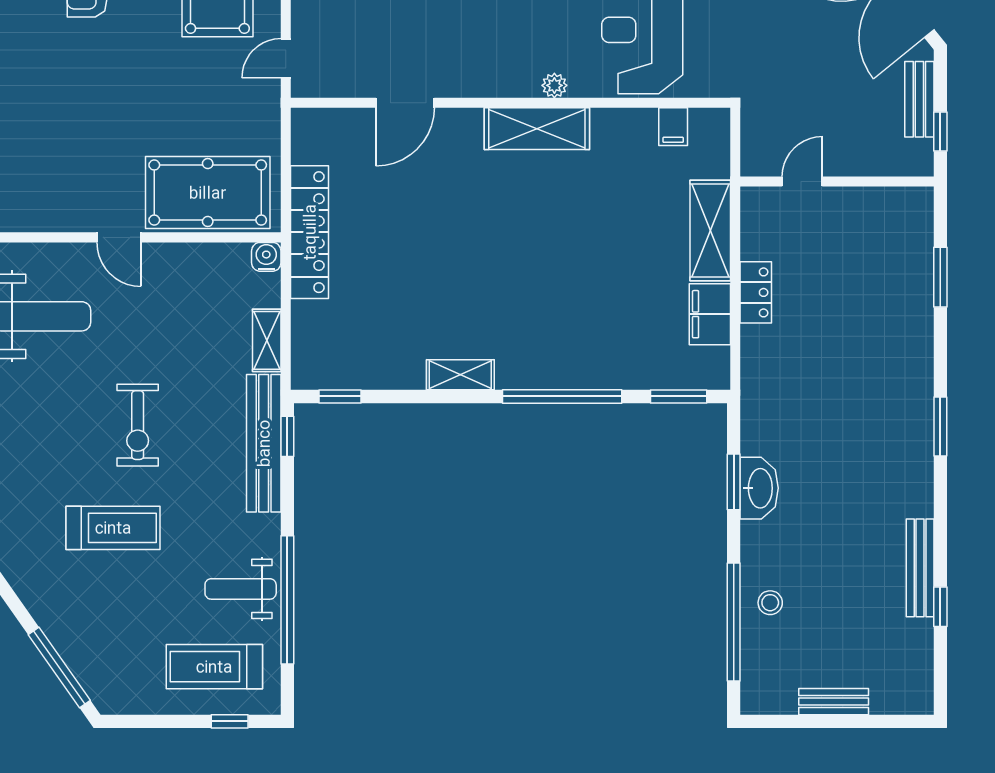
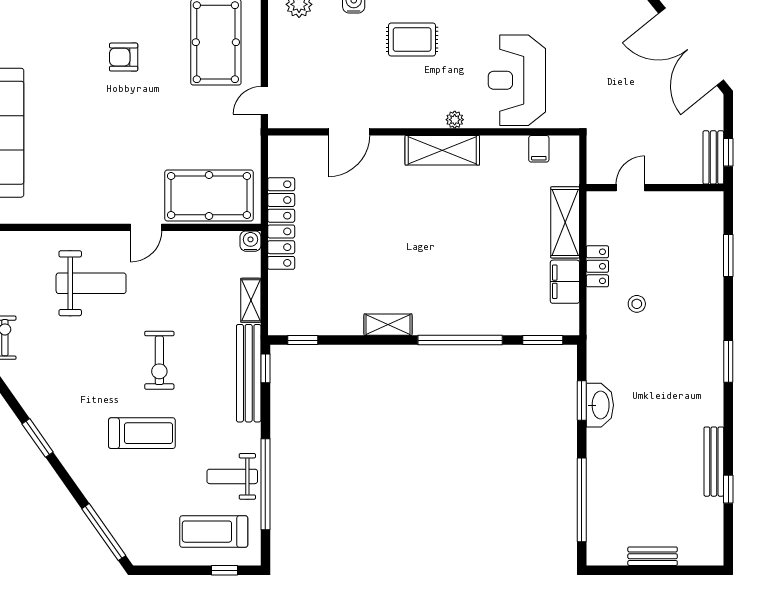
bench: (919, 99) -> (713, 157), moved
door: (119, 237) -> (146, 227), hinge flipped
stool: (770, 603) -> (637, 304), moved

